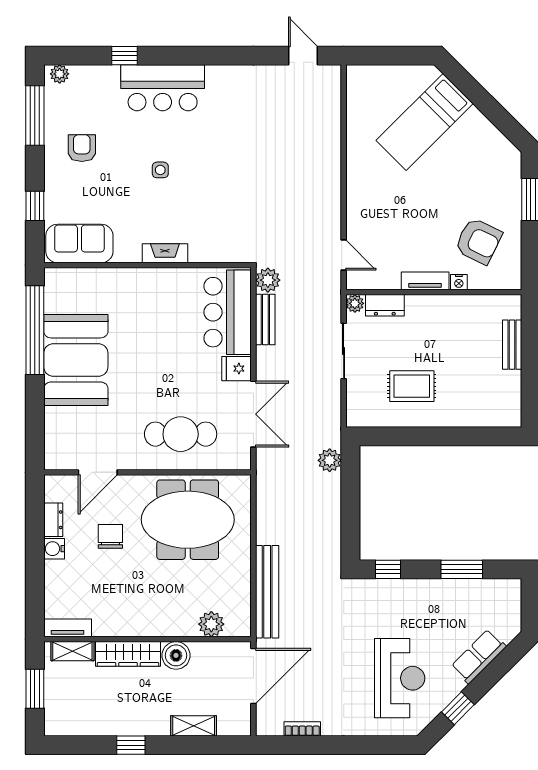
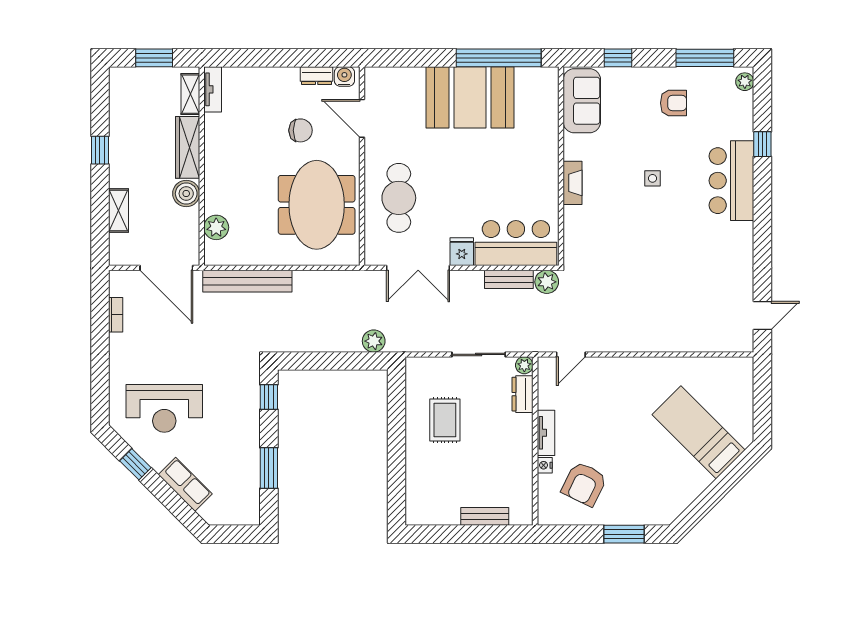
water cooler: (54, 549) -> (344, 76), moved

